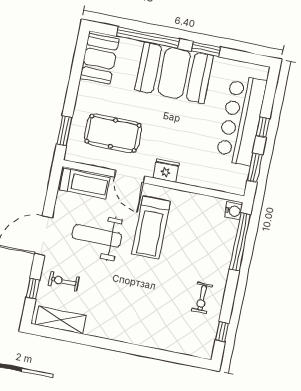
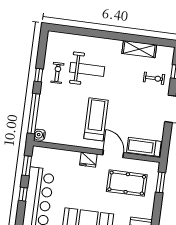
weight bench: (97, 236) -> (87, 69), moved
shelving: (61, 320) -> (139, 49), moved
window: (222, 332) -> (39, 75), moved

